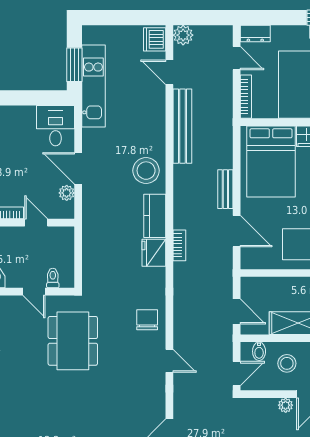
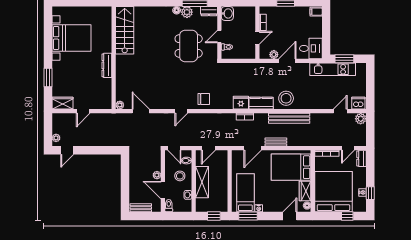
bench: (182, 126) -> (289, 118), moved
dining table: (73, 341) -> (189, 46), moved, turned 90

